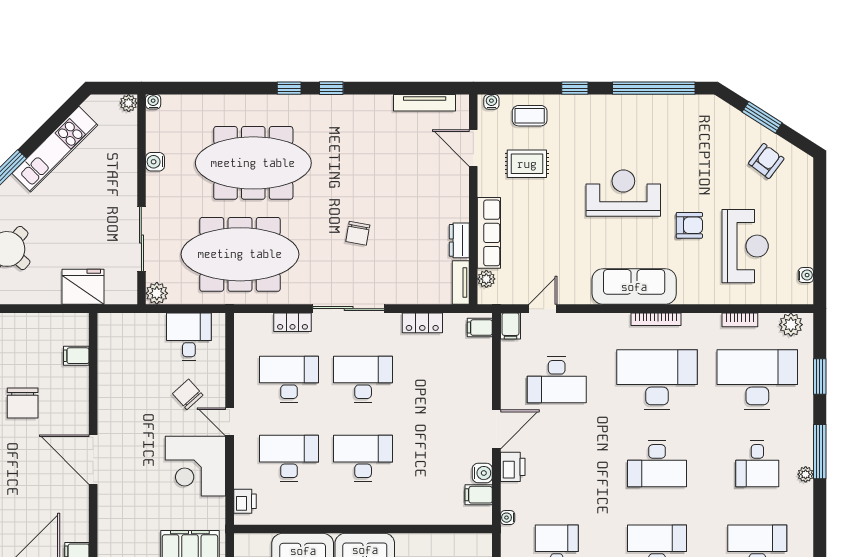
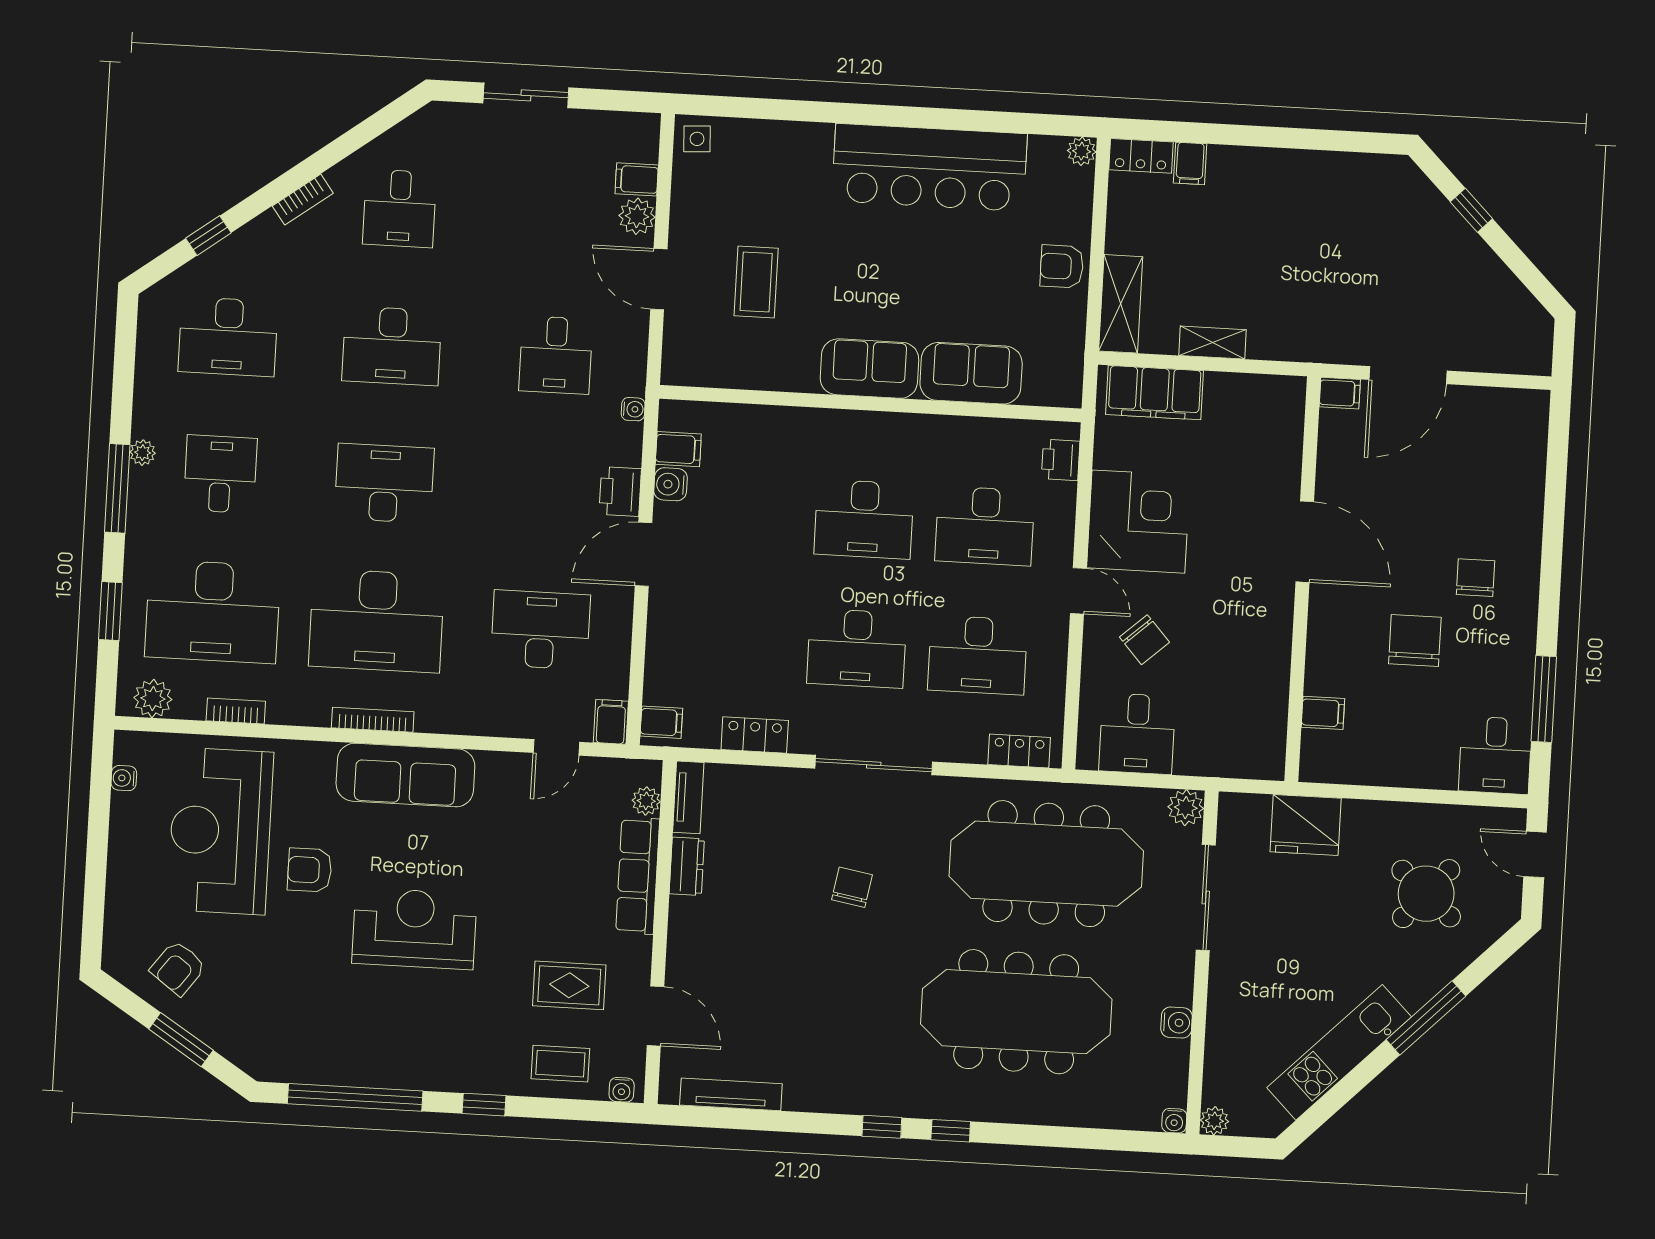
reception desk: (623, 193) -> (414, 929), turned 180
reception desk: (745, 246) -> (220, 831), width x1.36, depth x1.30
locker: (293, 322) -> (1019, 751), moved

